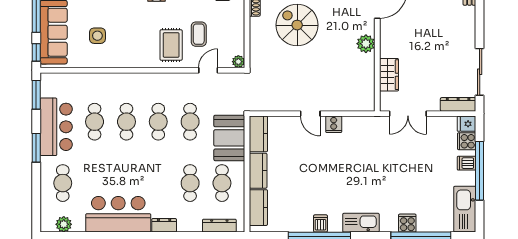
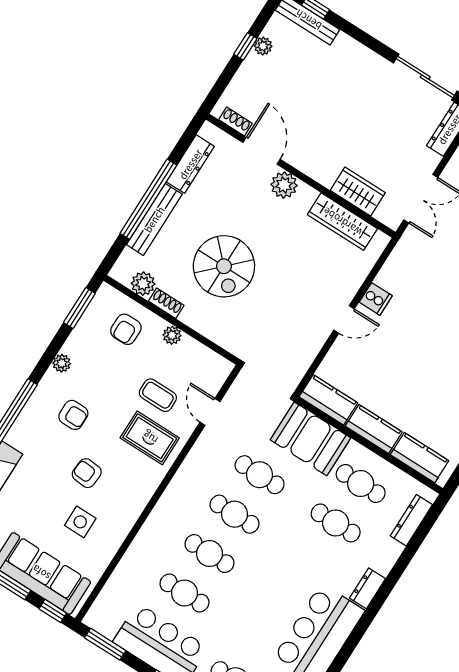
armchair: (128, 22) -> (87, 473), added
spiral stairs: (297, 25) -> (224, 266), turned -90
plant: (366, 44) -> (284, 185), moved
plant: (238, 62) -> (172, 335), moved
wardrobe: (366, 77) -> (342, 222), added

